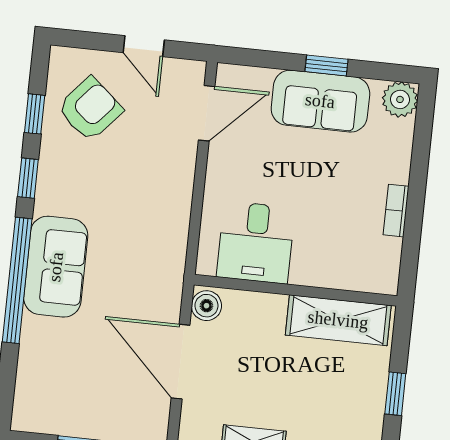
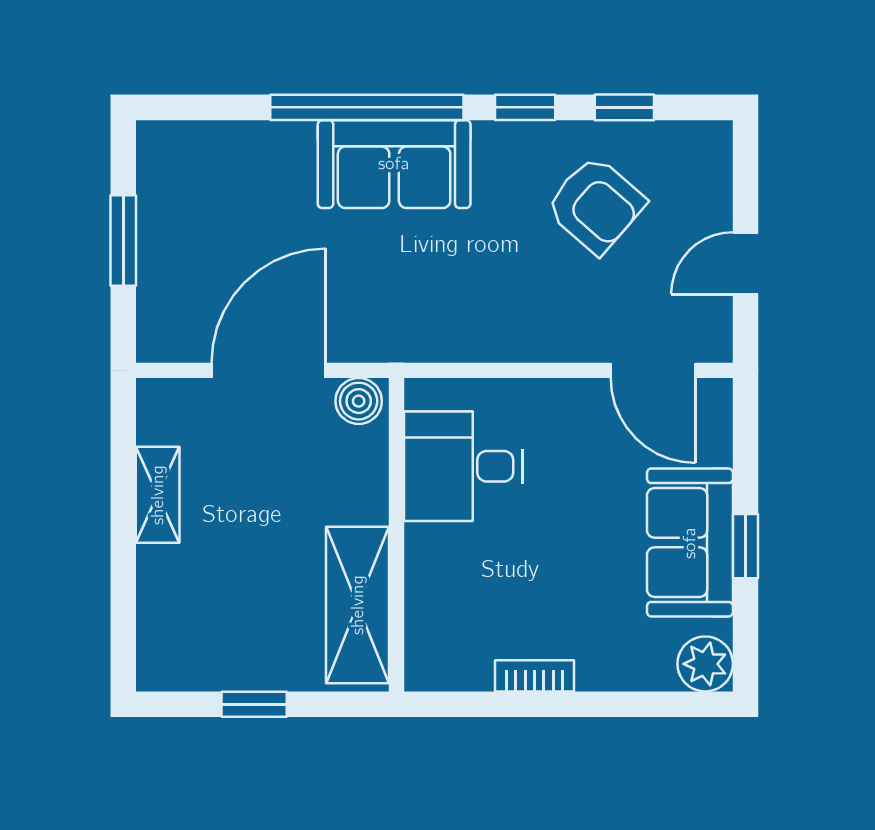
armchair: (90, 109) -> (596, 205), moved

